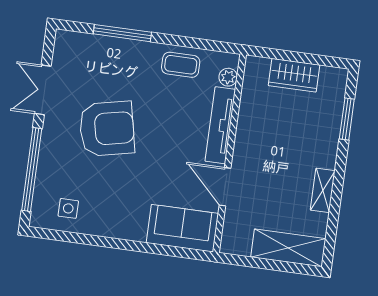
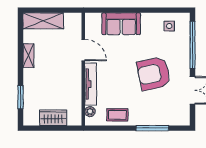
sofa: (182, 228) -> (121, 24), moved

